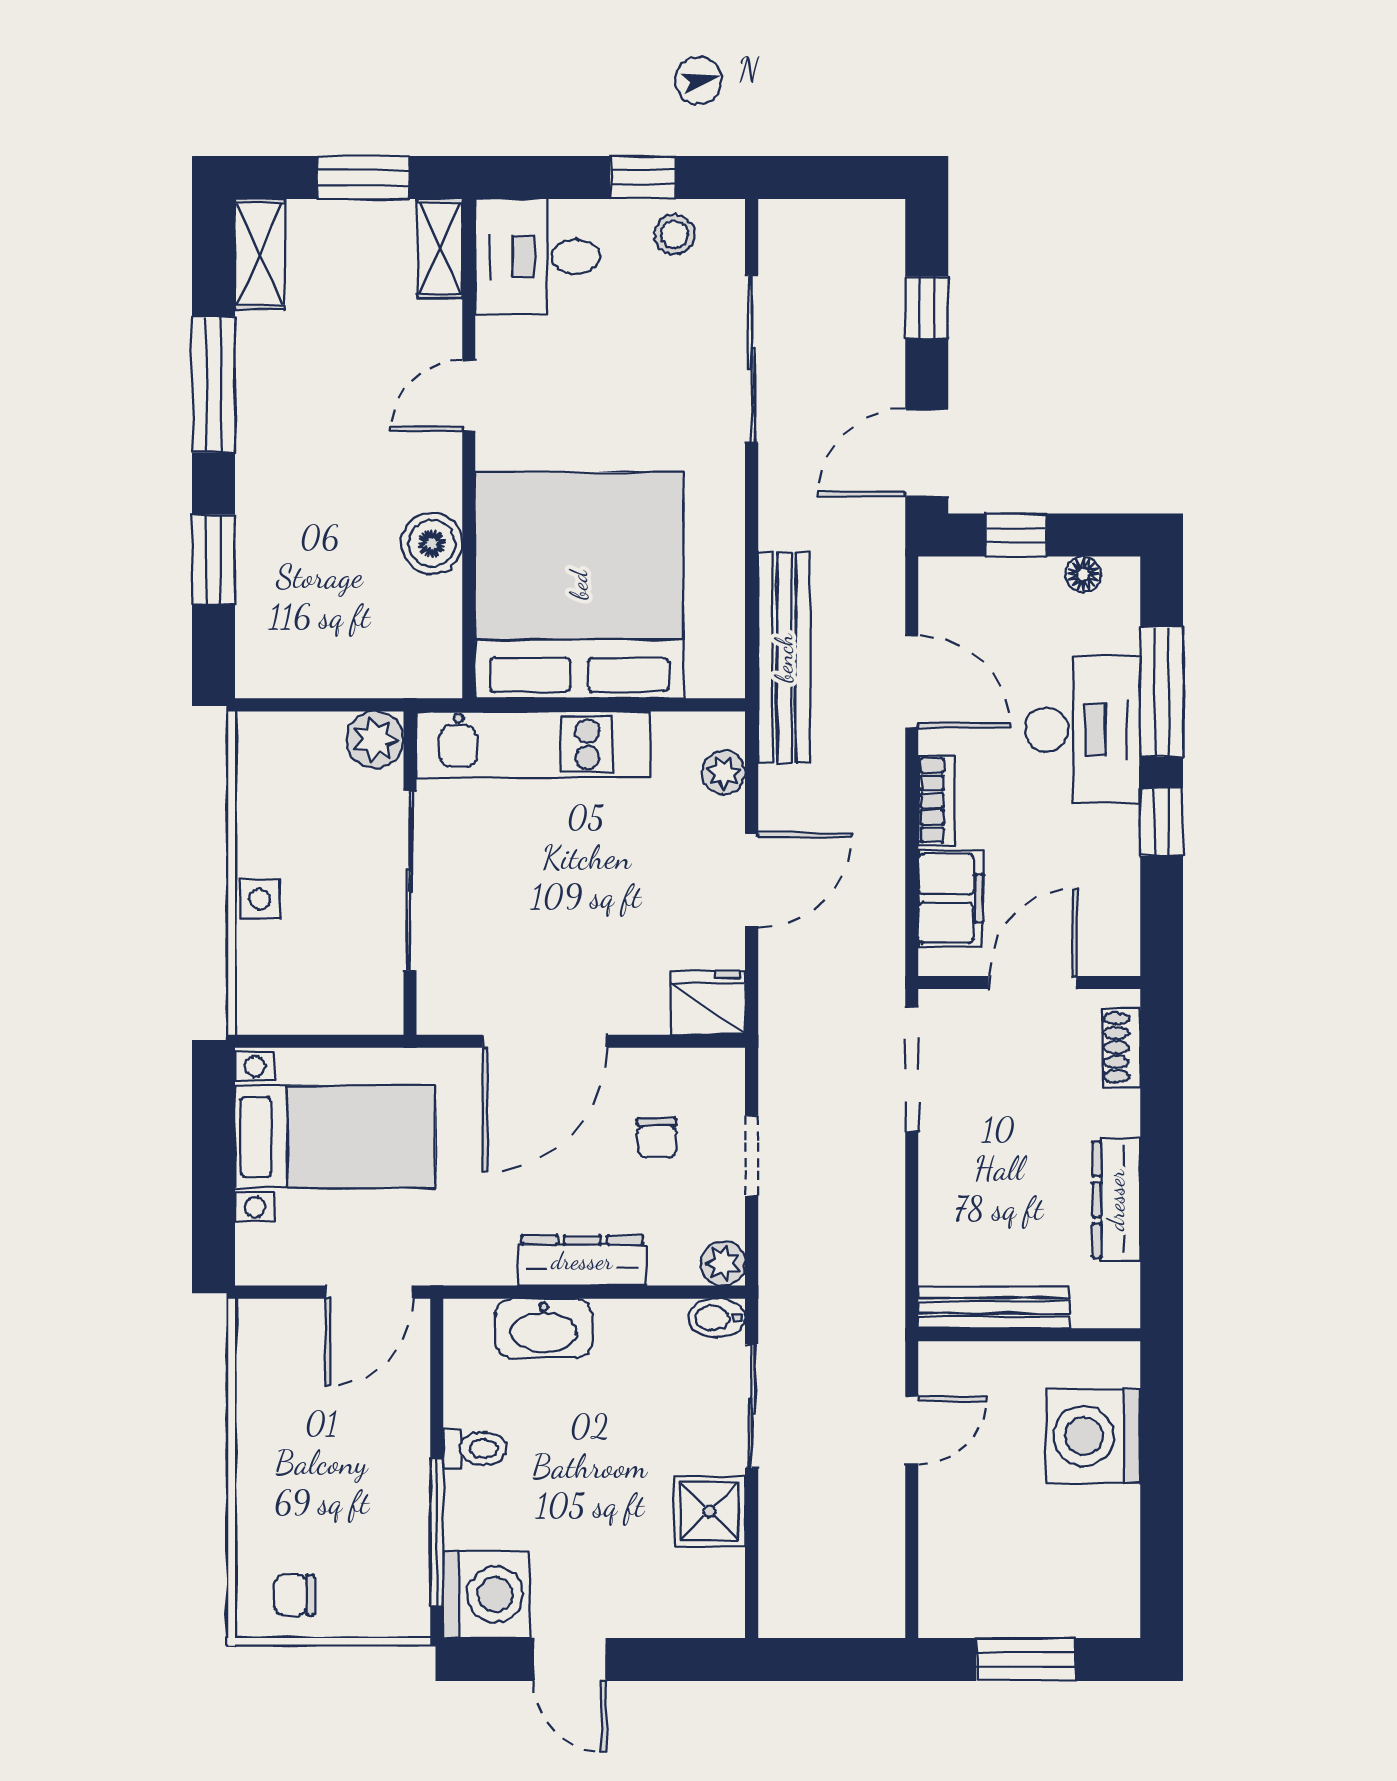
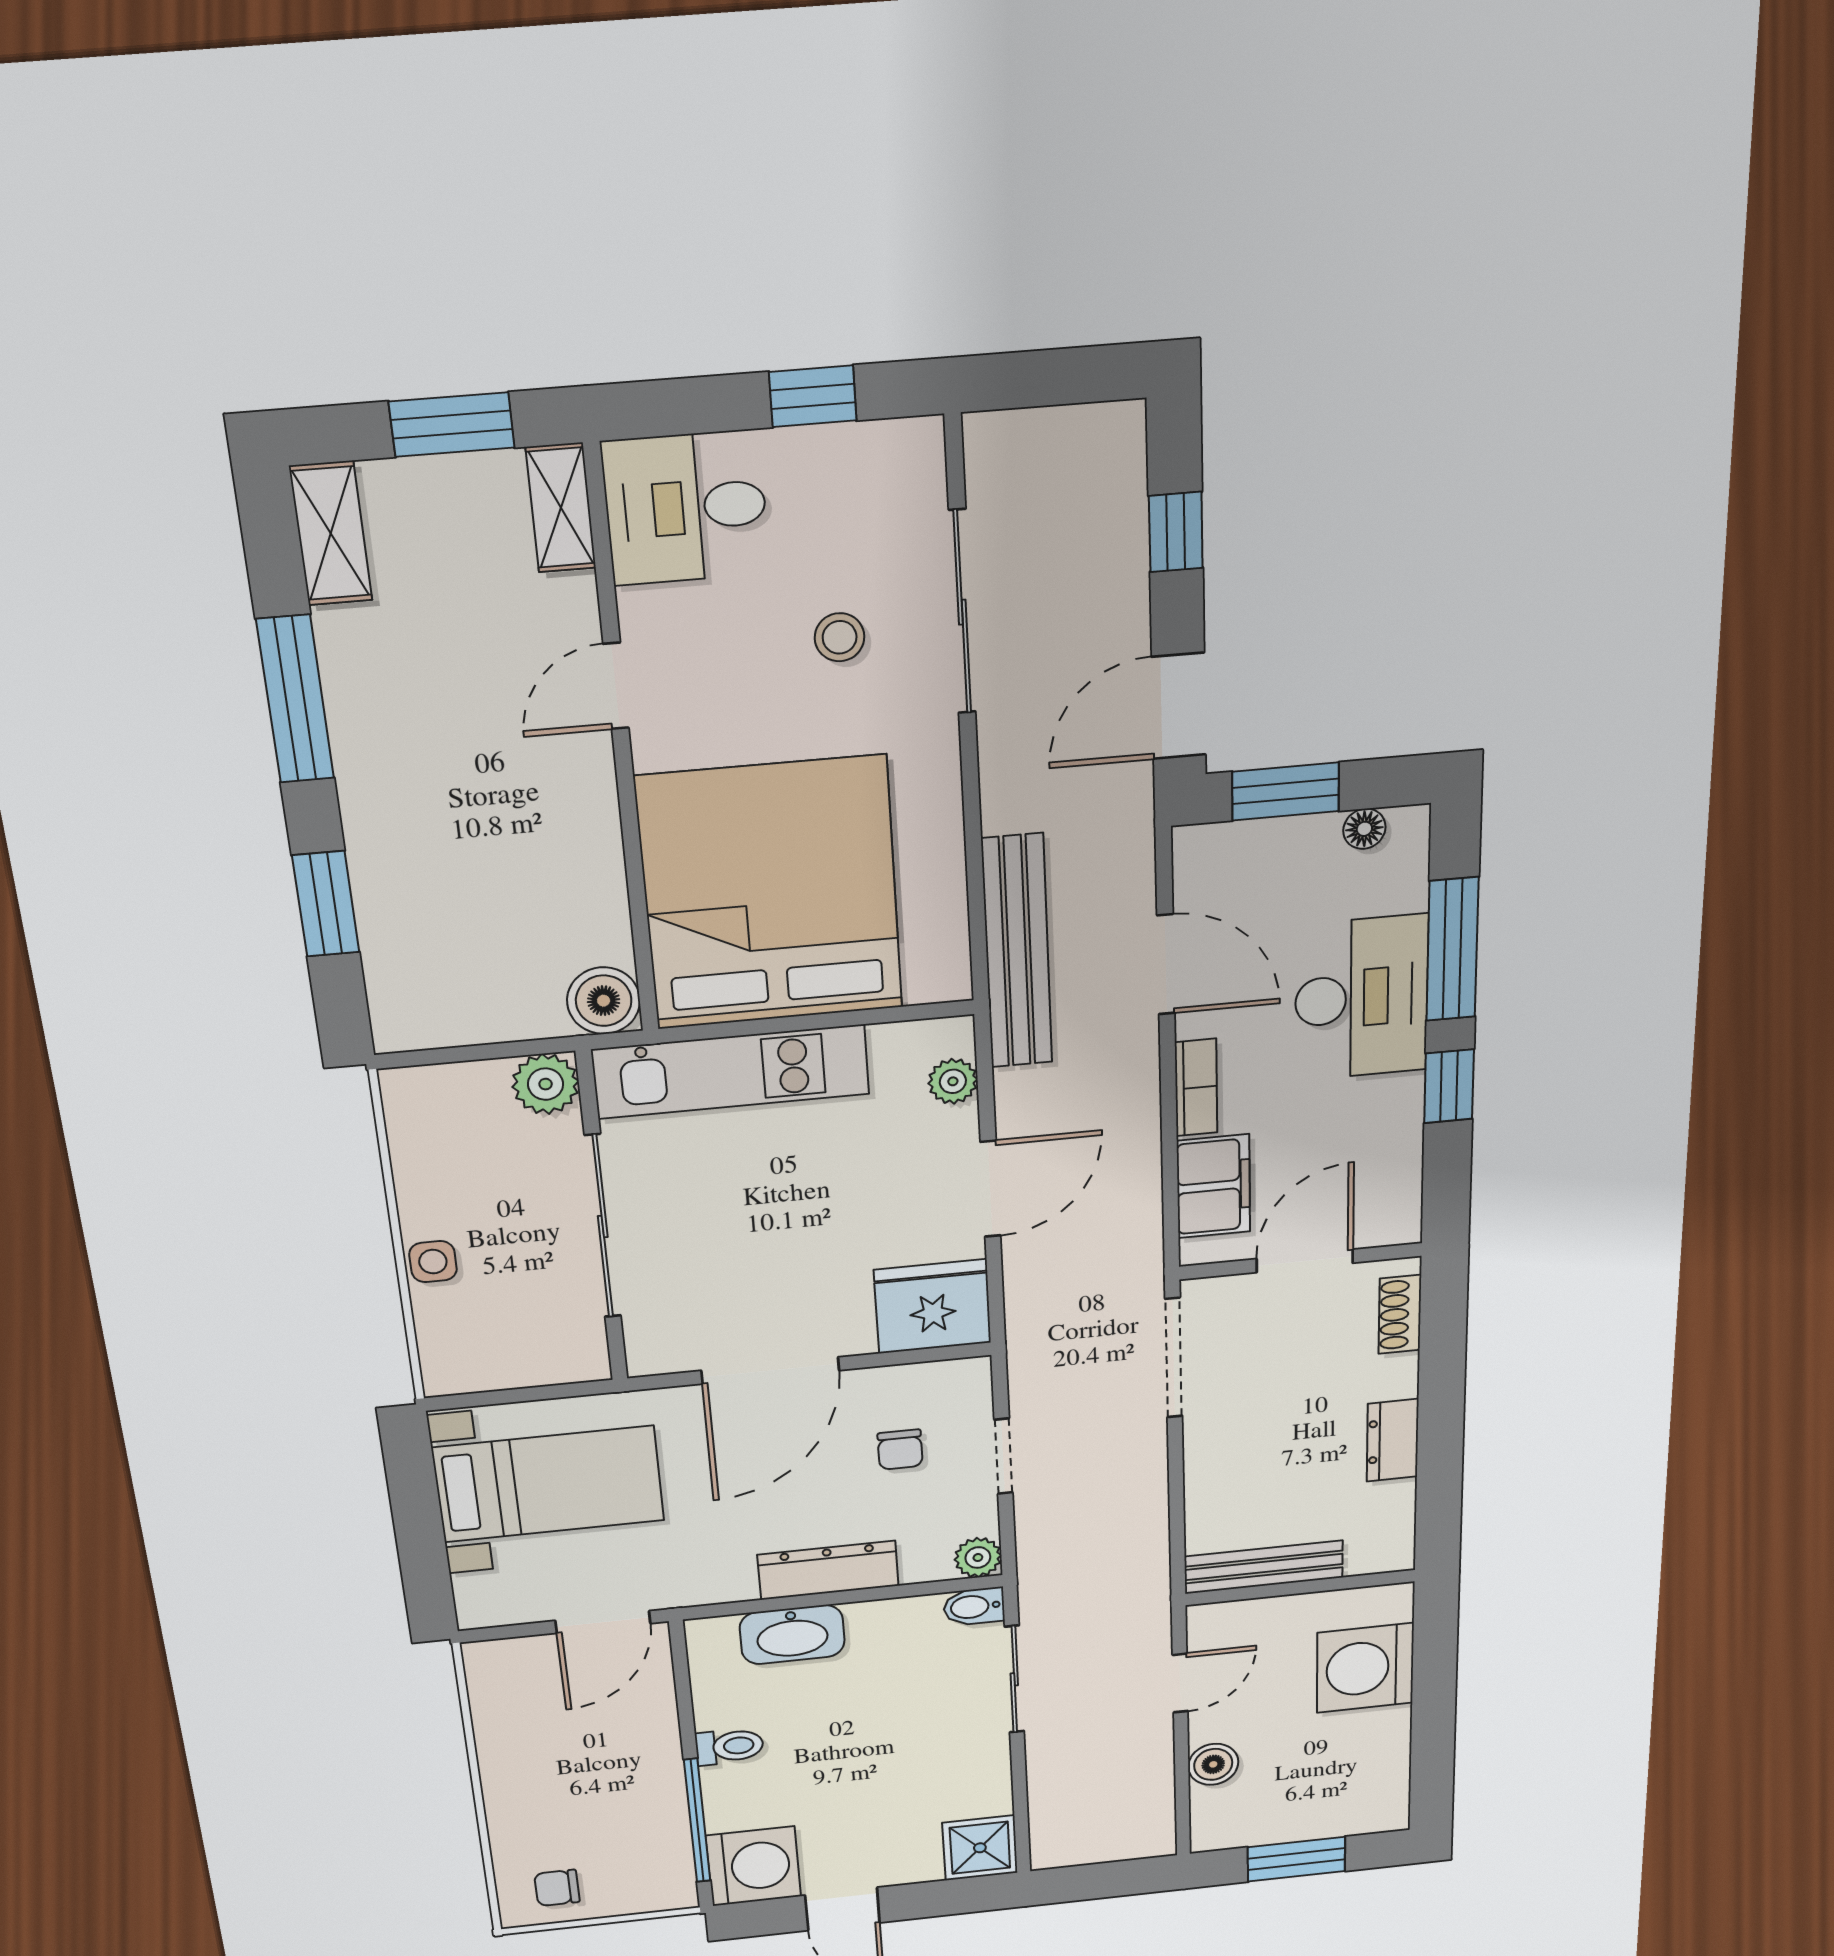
stool: (675, 234) -> (840, 637), moved
window: (1016, 535) -> (1286, 791), width x1.50
boiler: (432, 543) -> (604, 1001), moved
fridge: (708, 1003) -> (933, 1306), width x1.36, depth x1.34
dresser: (1116, 1200) -> (1393, 1440), width x0.70
shower: (710, 1511) -> (980, 1848), moved
boiler: (943, 1531) -> (1213, 1764), added

